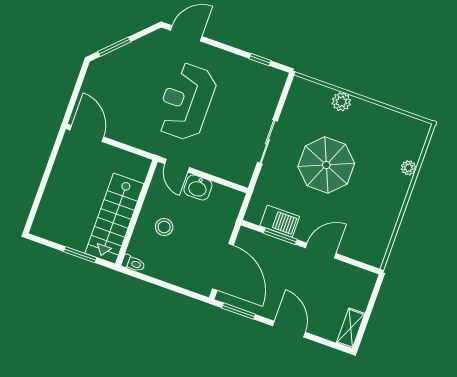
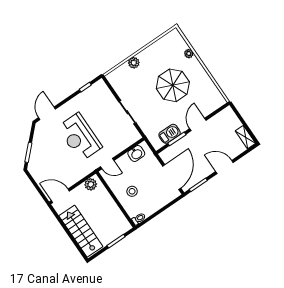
plant: (133, 164) -> (91, 184), added
parasol: (326, 165) -> (173, 85), moved
washbasin: (198, 187) -> (136, 154), moved
stairs: (114, 219) -> (81, 231), moved, turned 180
door: (223, 267) -> (172, 177), hinge flipped

